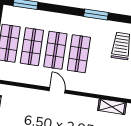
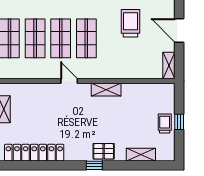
shelving: (112, 107) -> (106, 90), moved

